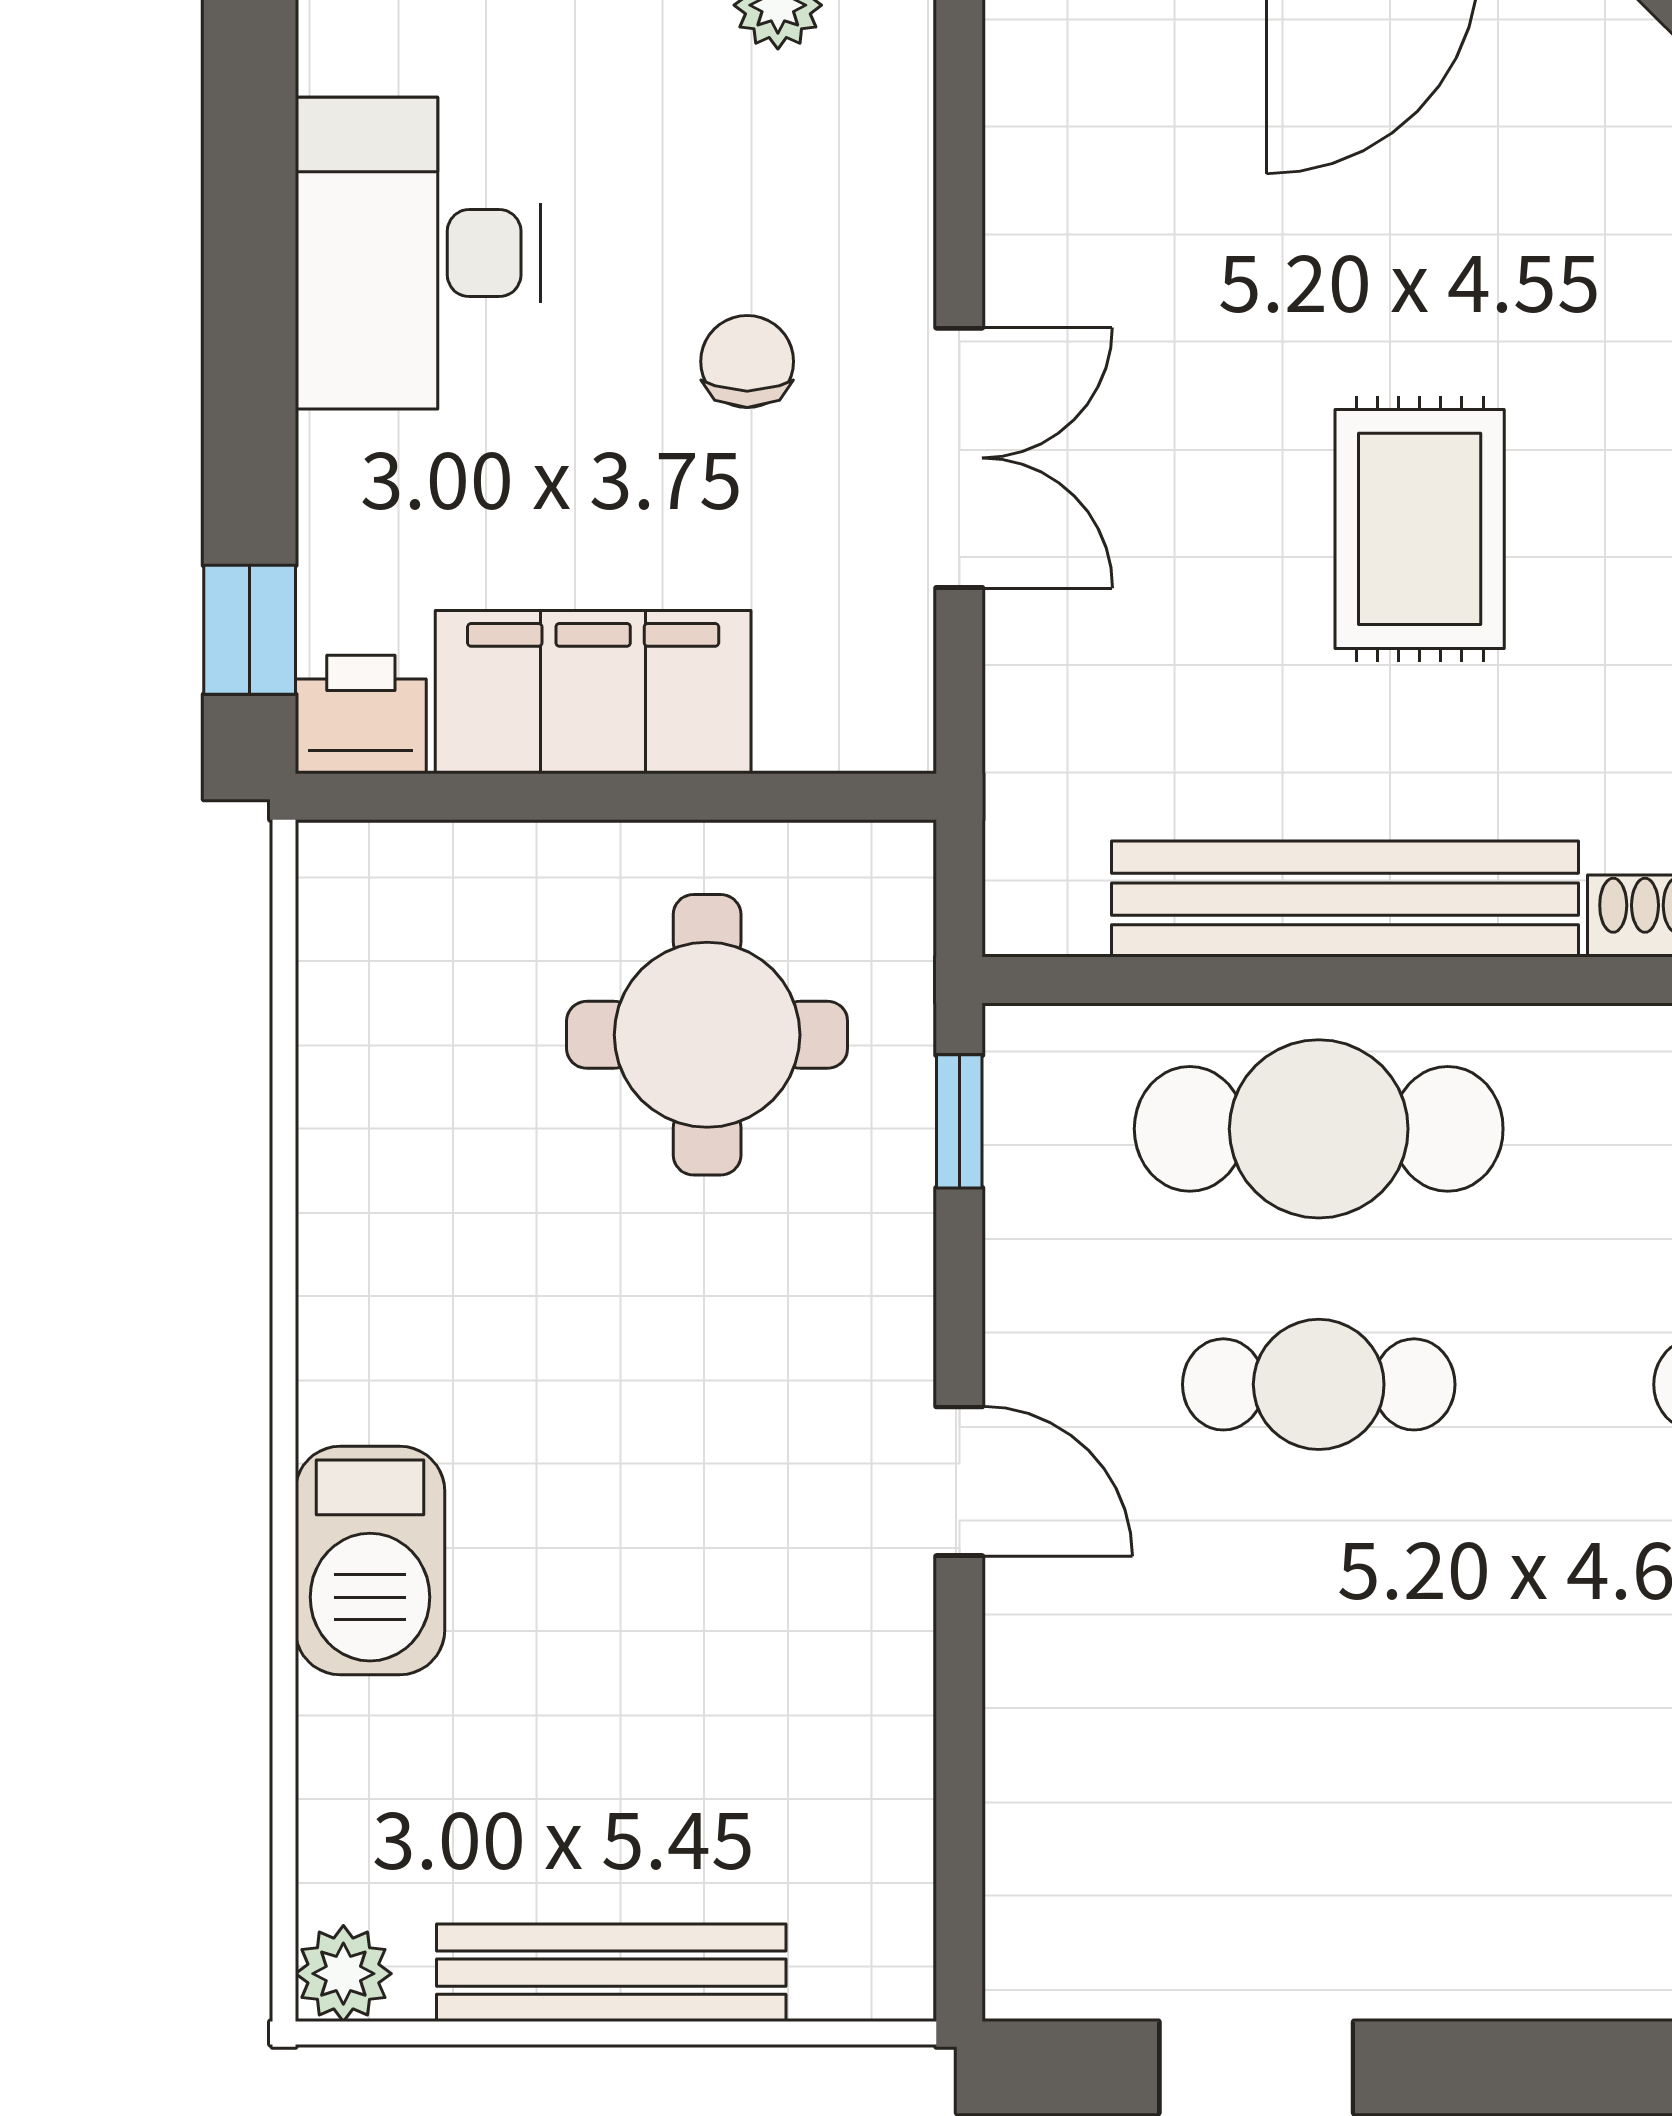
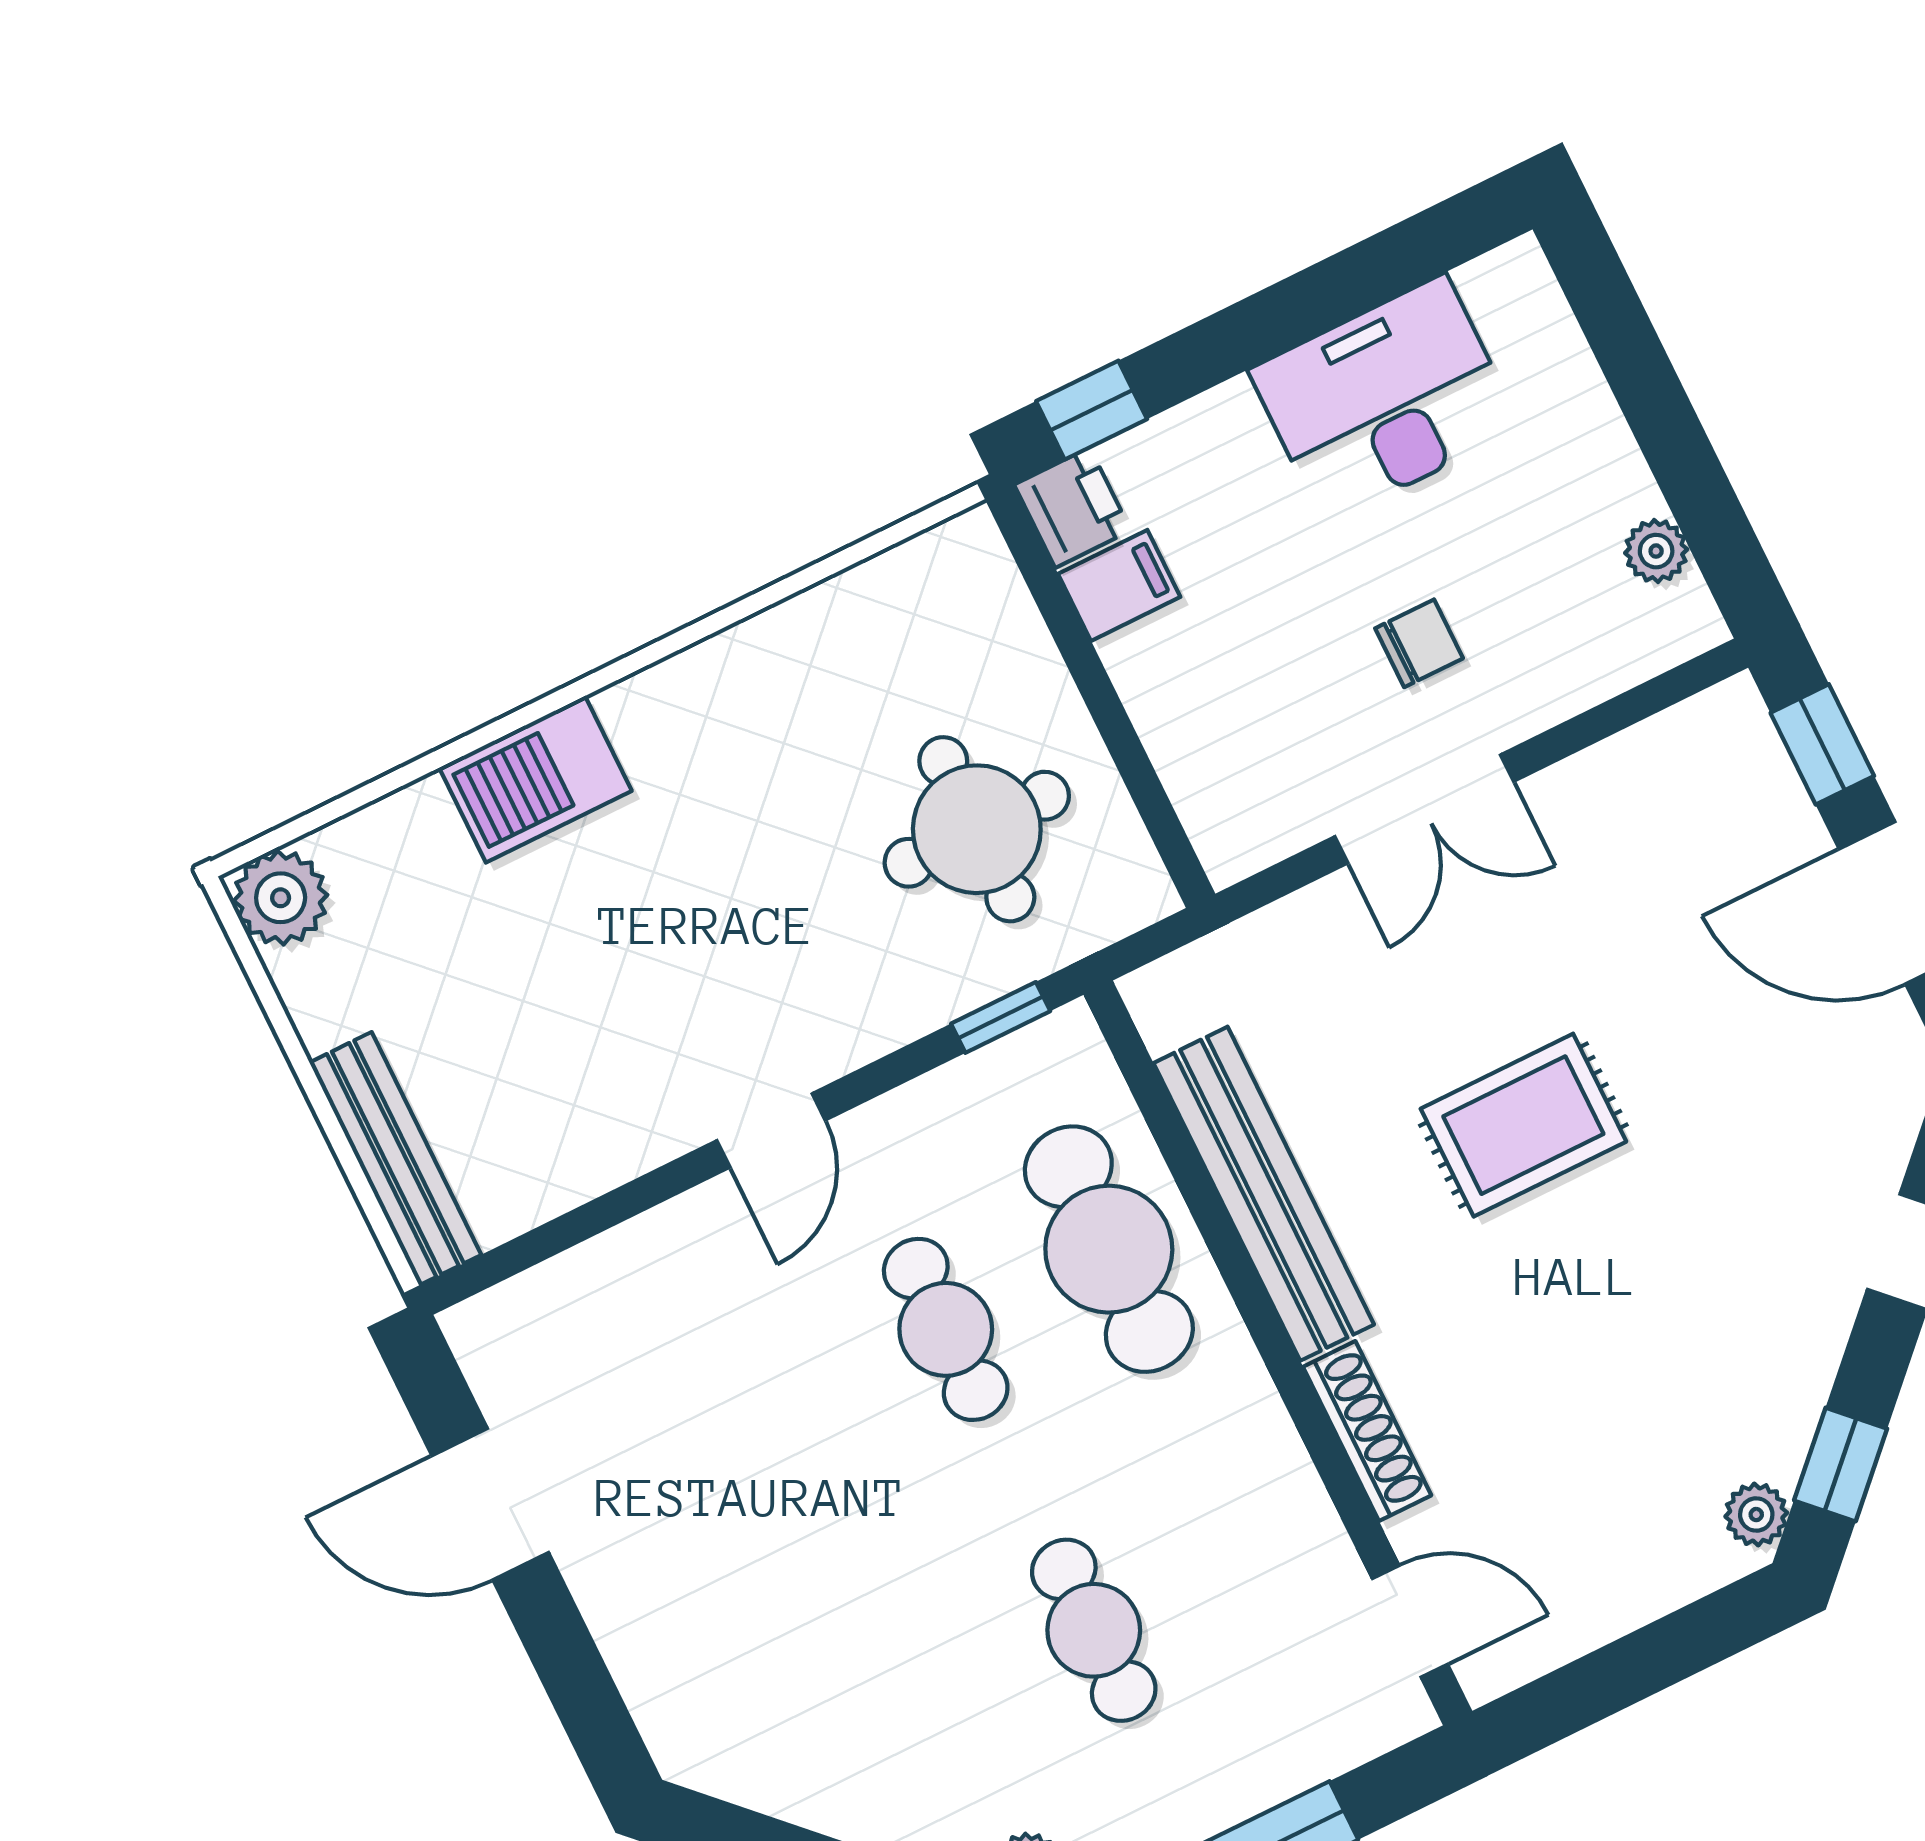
filing cabinet: (593, 692) -> (1119, 585), width x0.33, depth x0.86
bench: (611, 1973) -> (395, 1159), moved
plant: (343, 1974) -> (281, 898), width x1.38, depth x1.38

